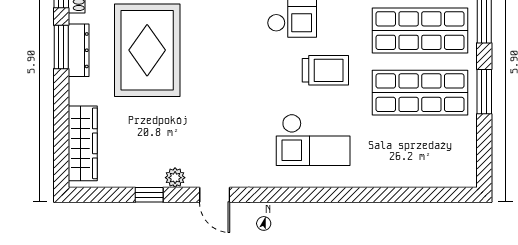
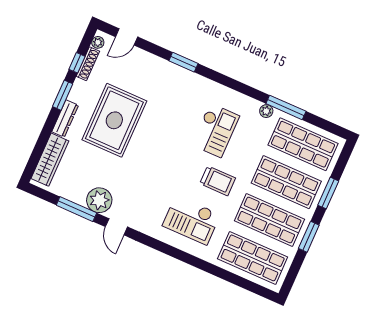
dresser: (79, 50) -> (65, 118), moved
shop shelf: (420, 155) -> (253, 258), added
plant: (175, 178) -> (99, 200), width x1.88, depth x1.88
window: (149, 195) -> (76, 209), width x2.17

